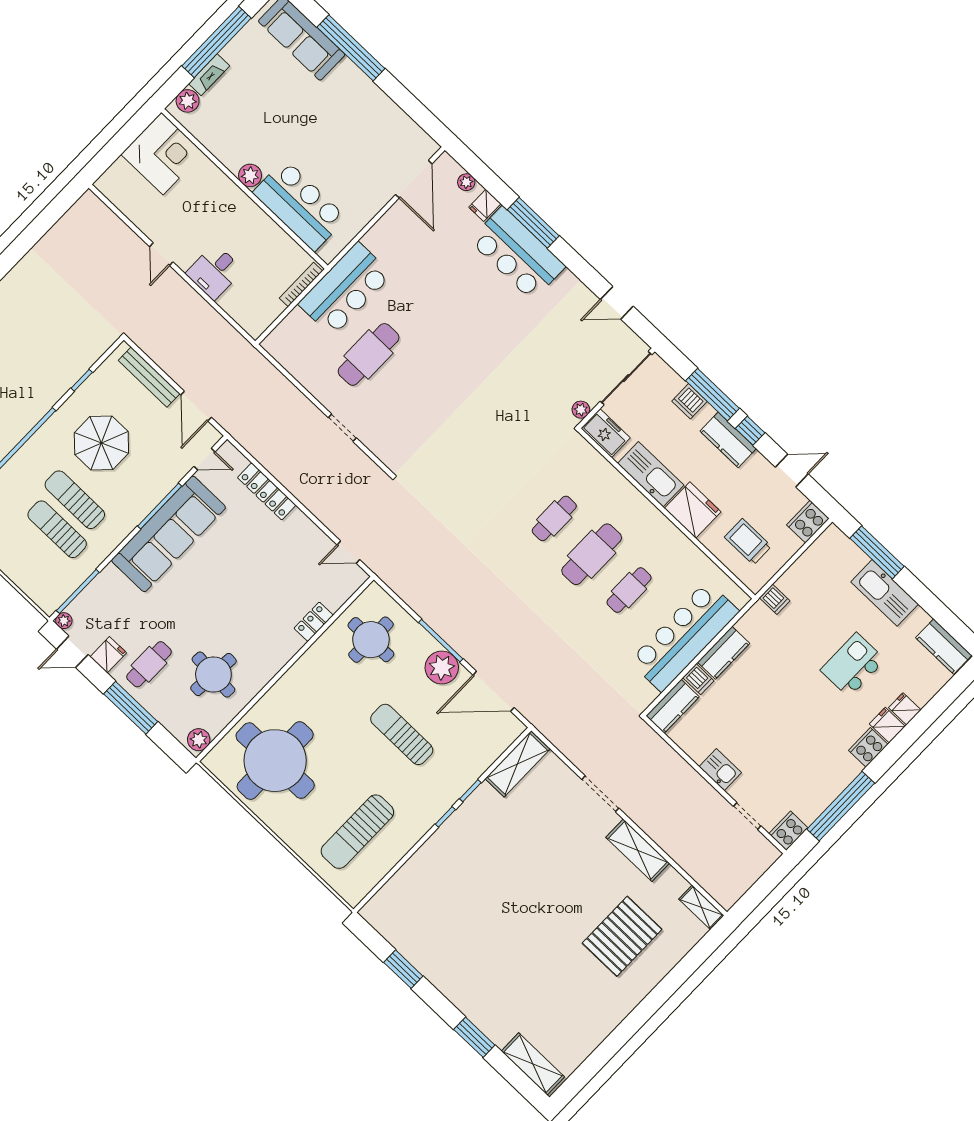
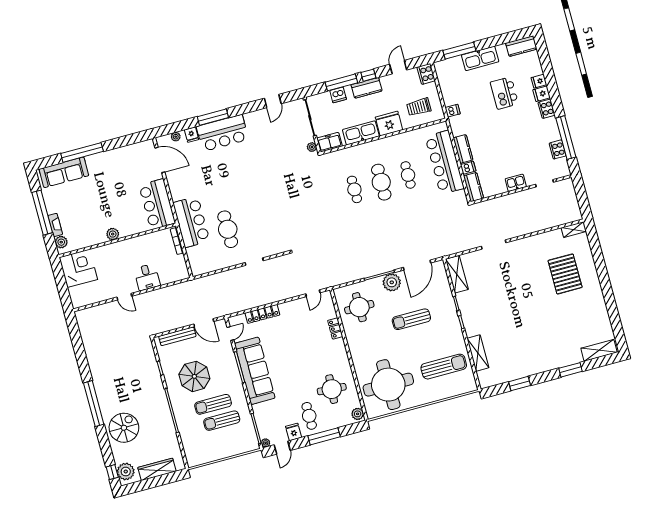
bar counter: (300, 205) -> (157, 204), moved, turned -90
cooker: (788, 831) -> (558, 149), moved
sun lounger: (357, 832) -> (444, 367), turned -90
shelving: (638, 850) -> (478, 353), moved, turned 90

